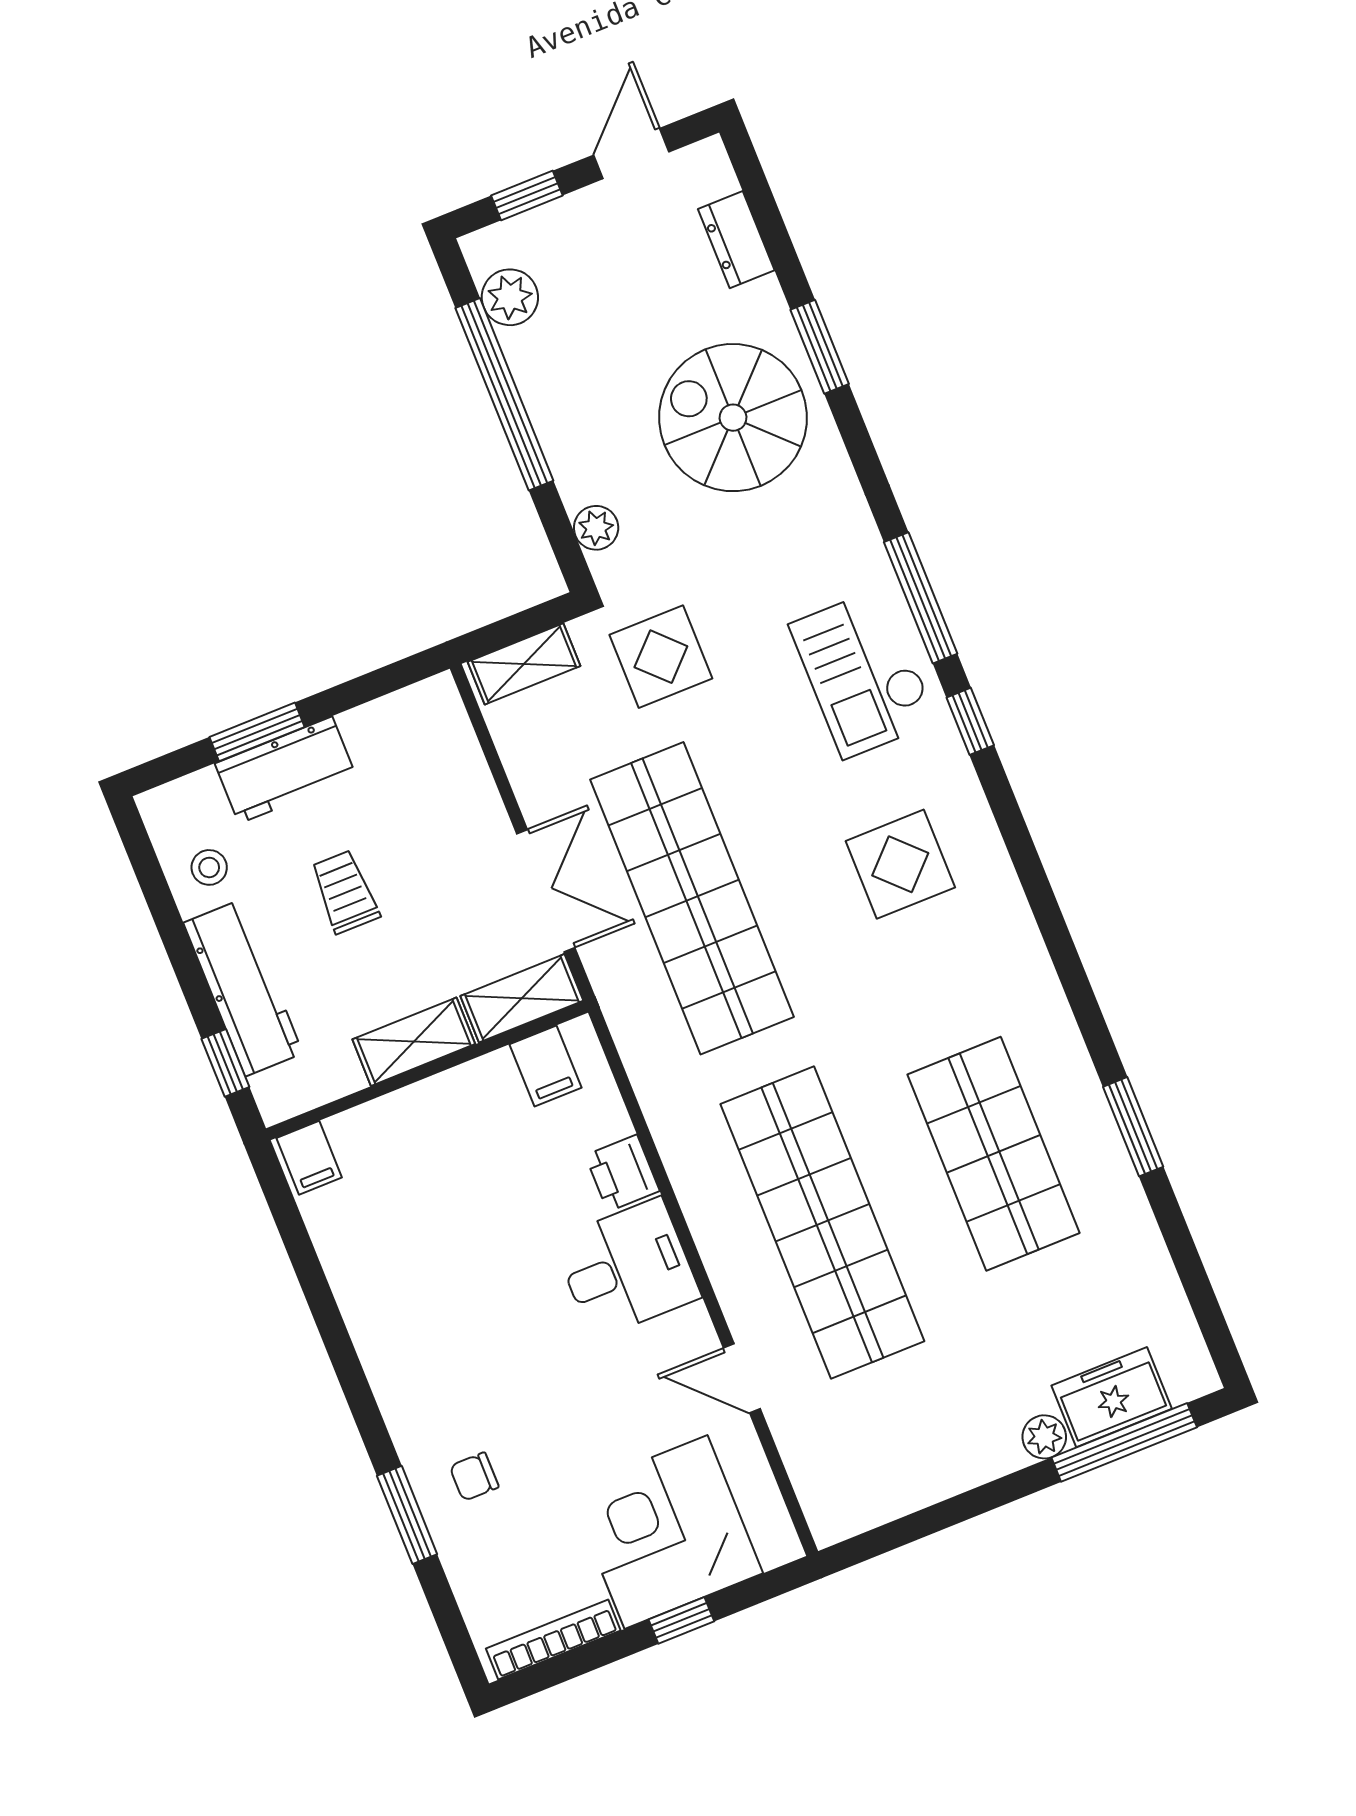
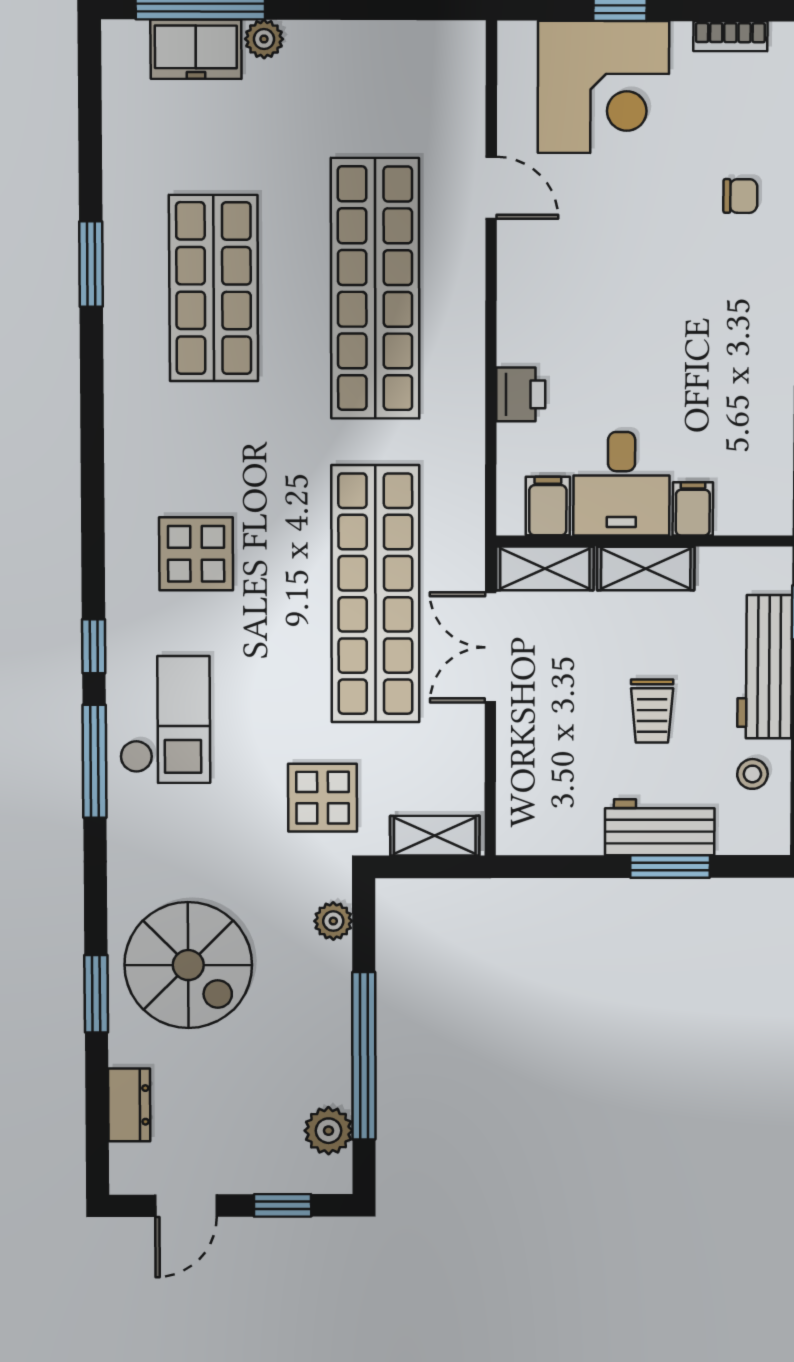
filing cabinet: (309, 1158) -> (693, 509), moved
desk: (627, 1269) -> (621, 484), moved, turned -90
bookcase: (553, 1640) -> (730, 36), width x0.64

